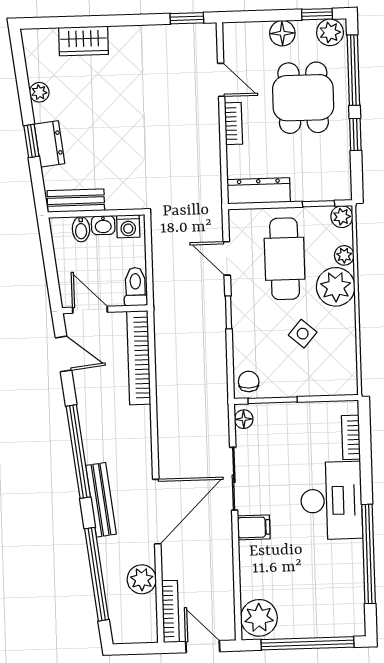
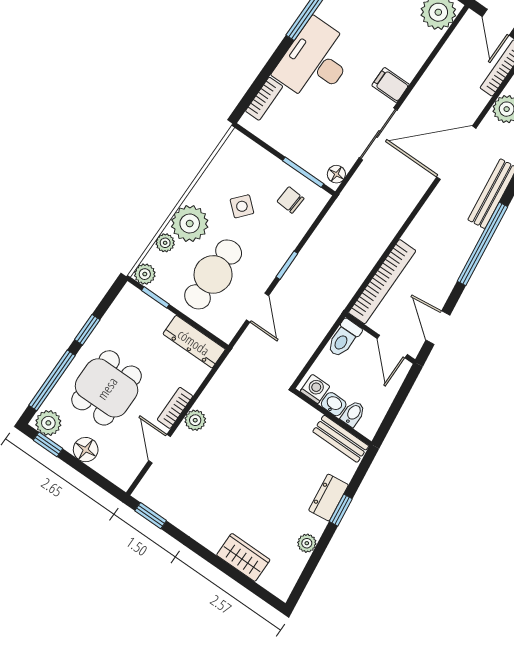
plant: (209, 126) -> (195, 420), added
chair: (249, 381) -> (291, 200), moved, turned 94

